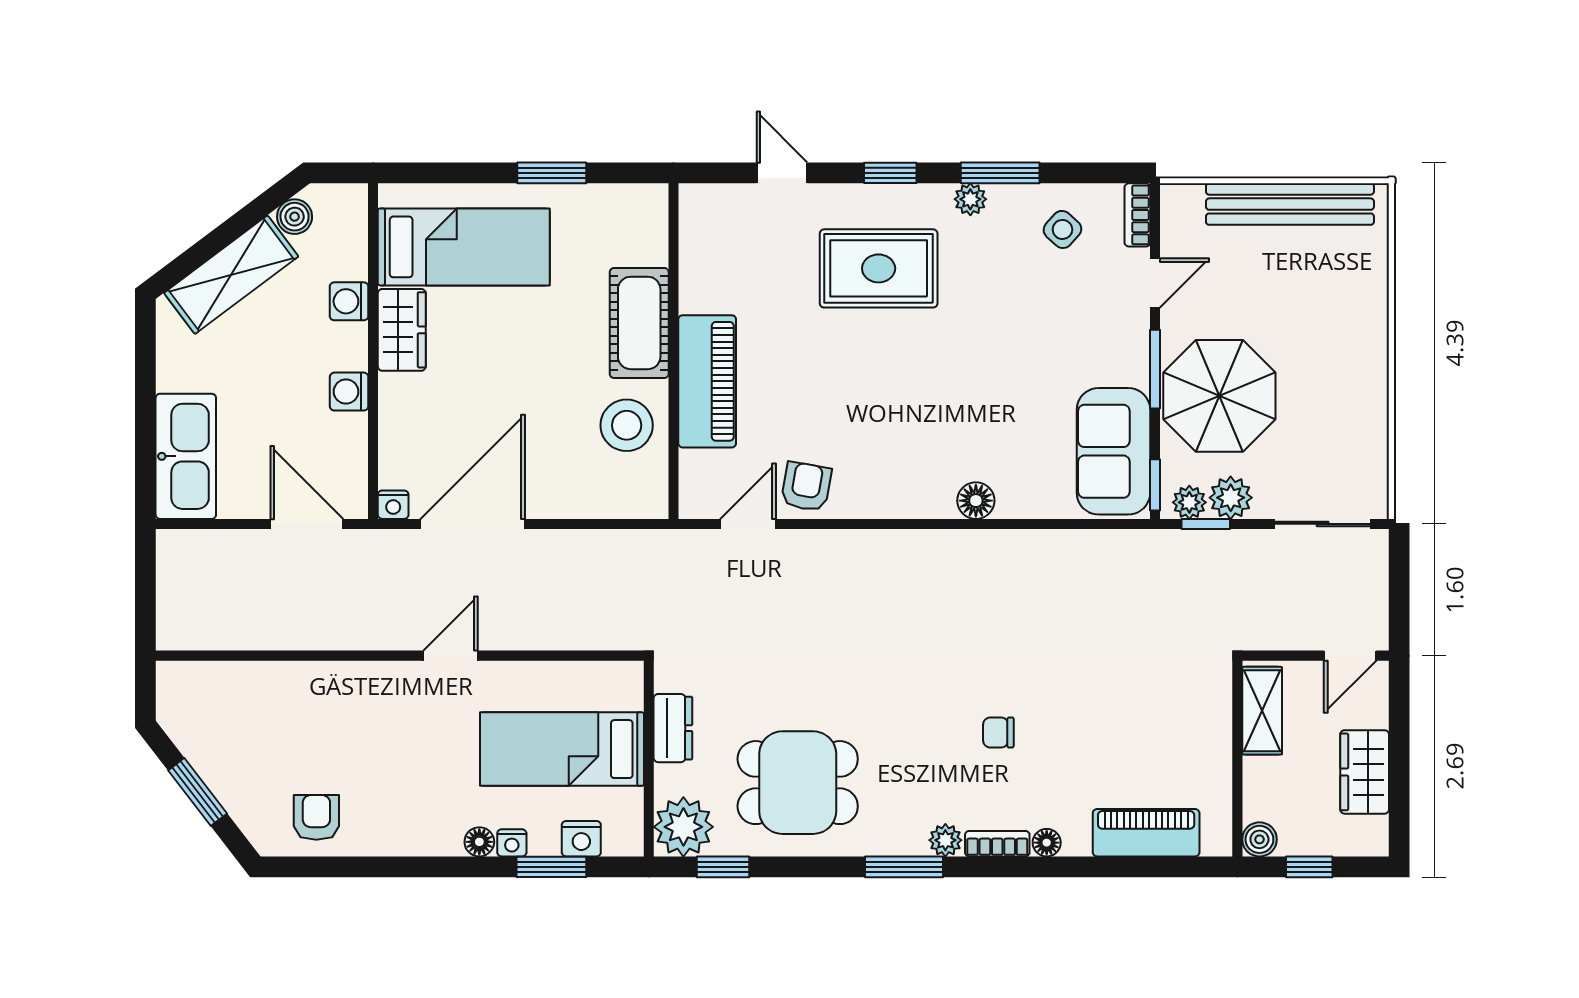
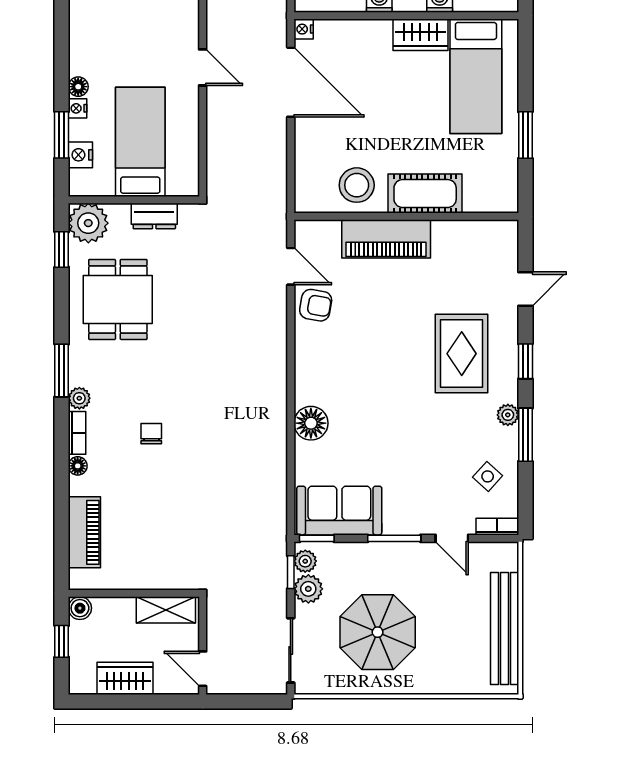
parasol: (1219, 396) -> (378, 632), moved
floor lamp: (976, 501) -> (311, 423), width x1.38, depth x1.38

